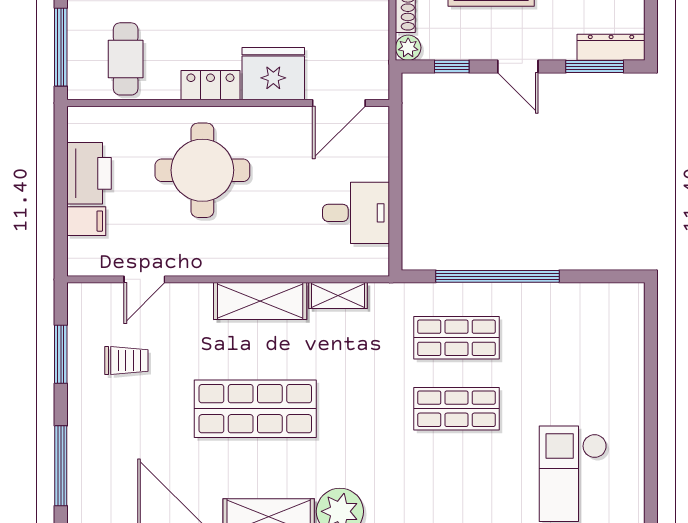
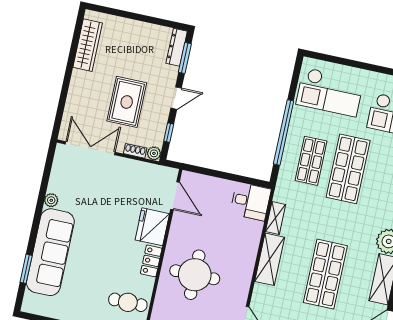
desk: (356, 213) -> (250, 201), moved, turned 90
checkout: (590, 345) -> (330, 92), added
shop shelf: (456, 409) -> (348, 169), width x1.43, depth x1.36

